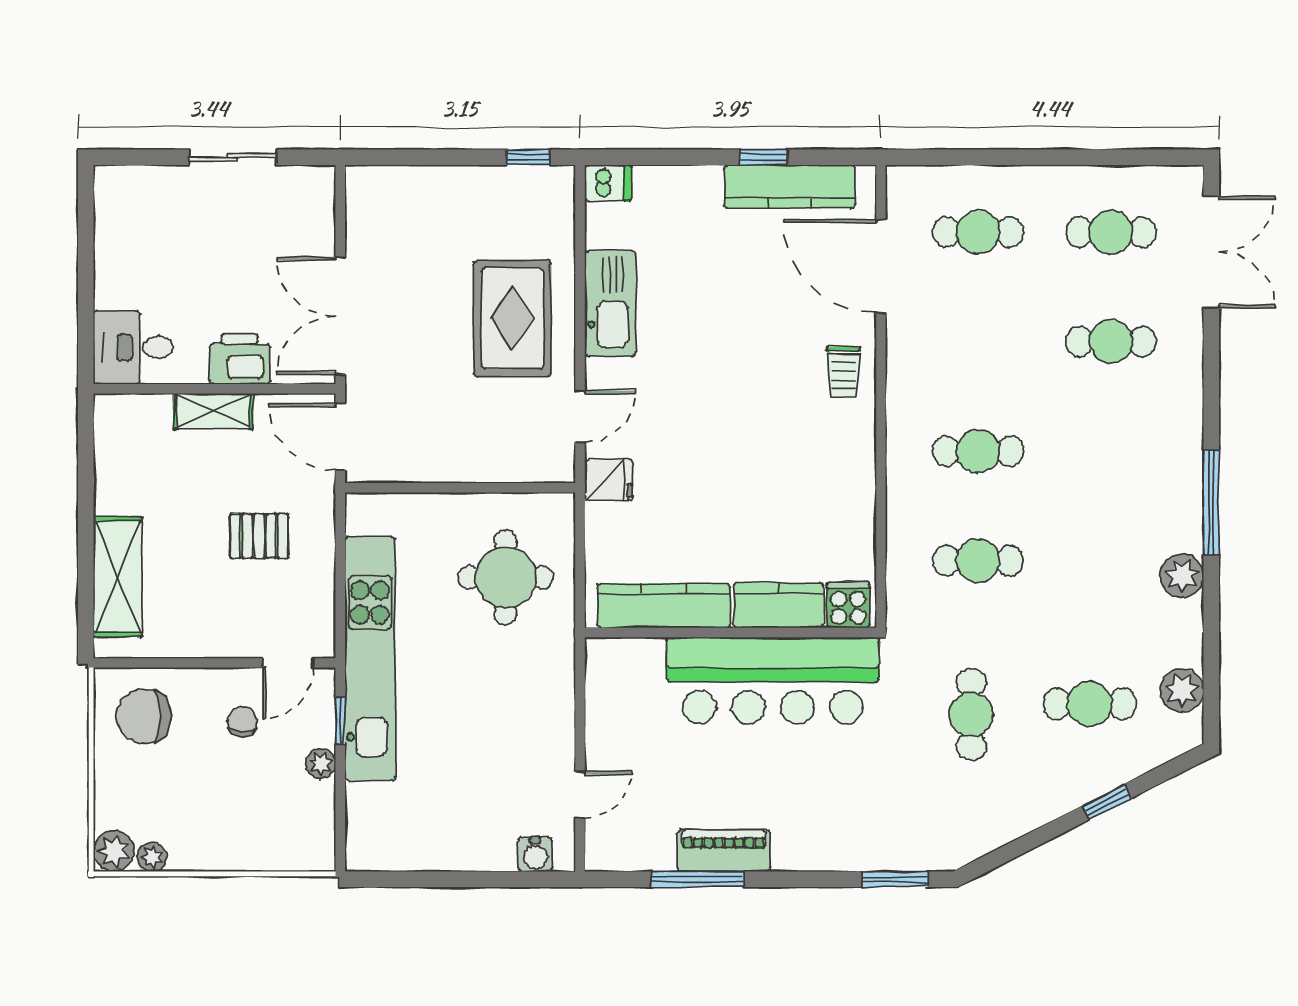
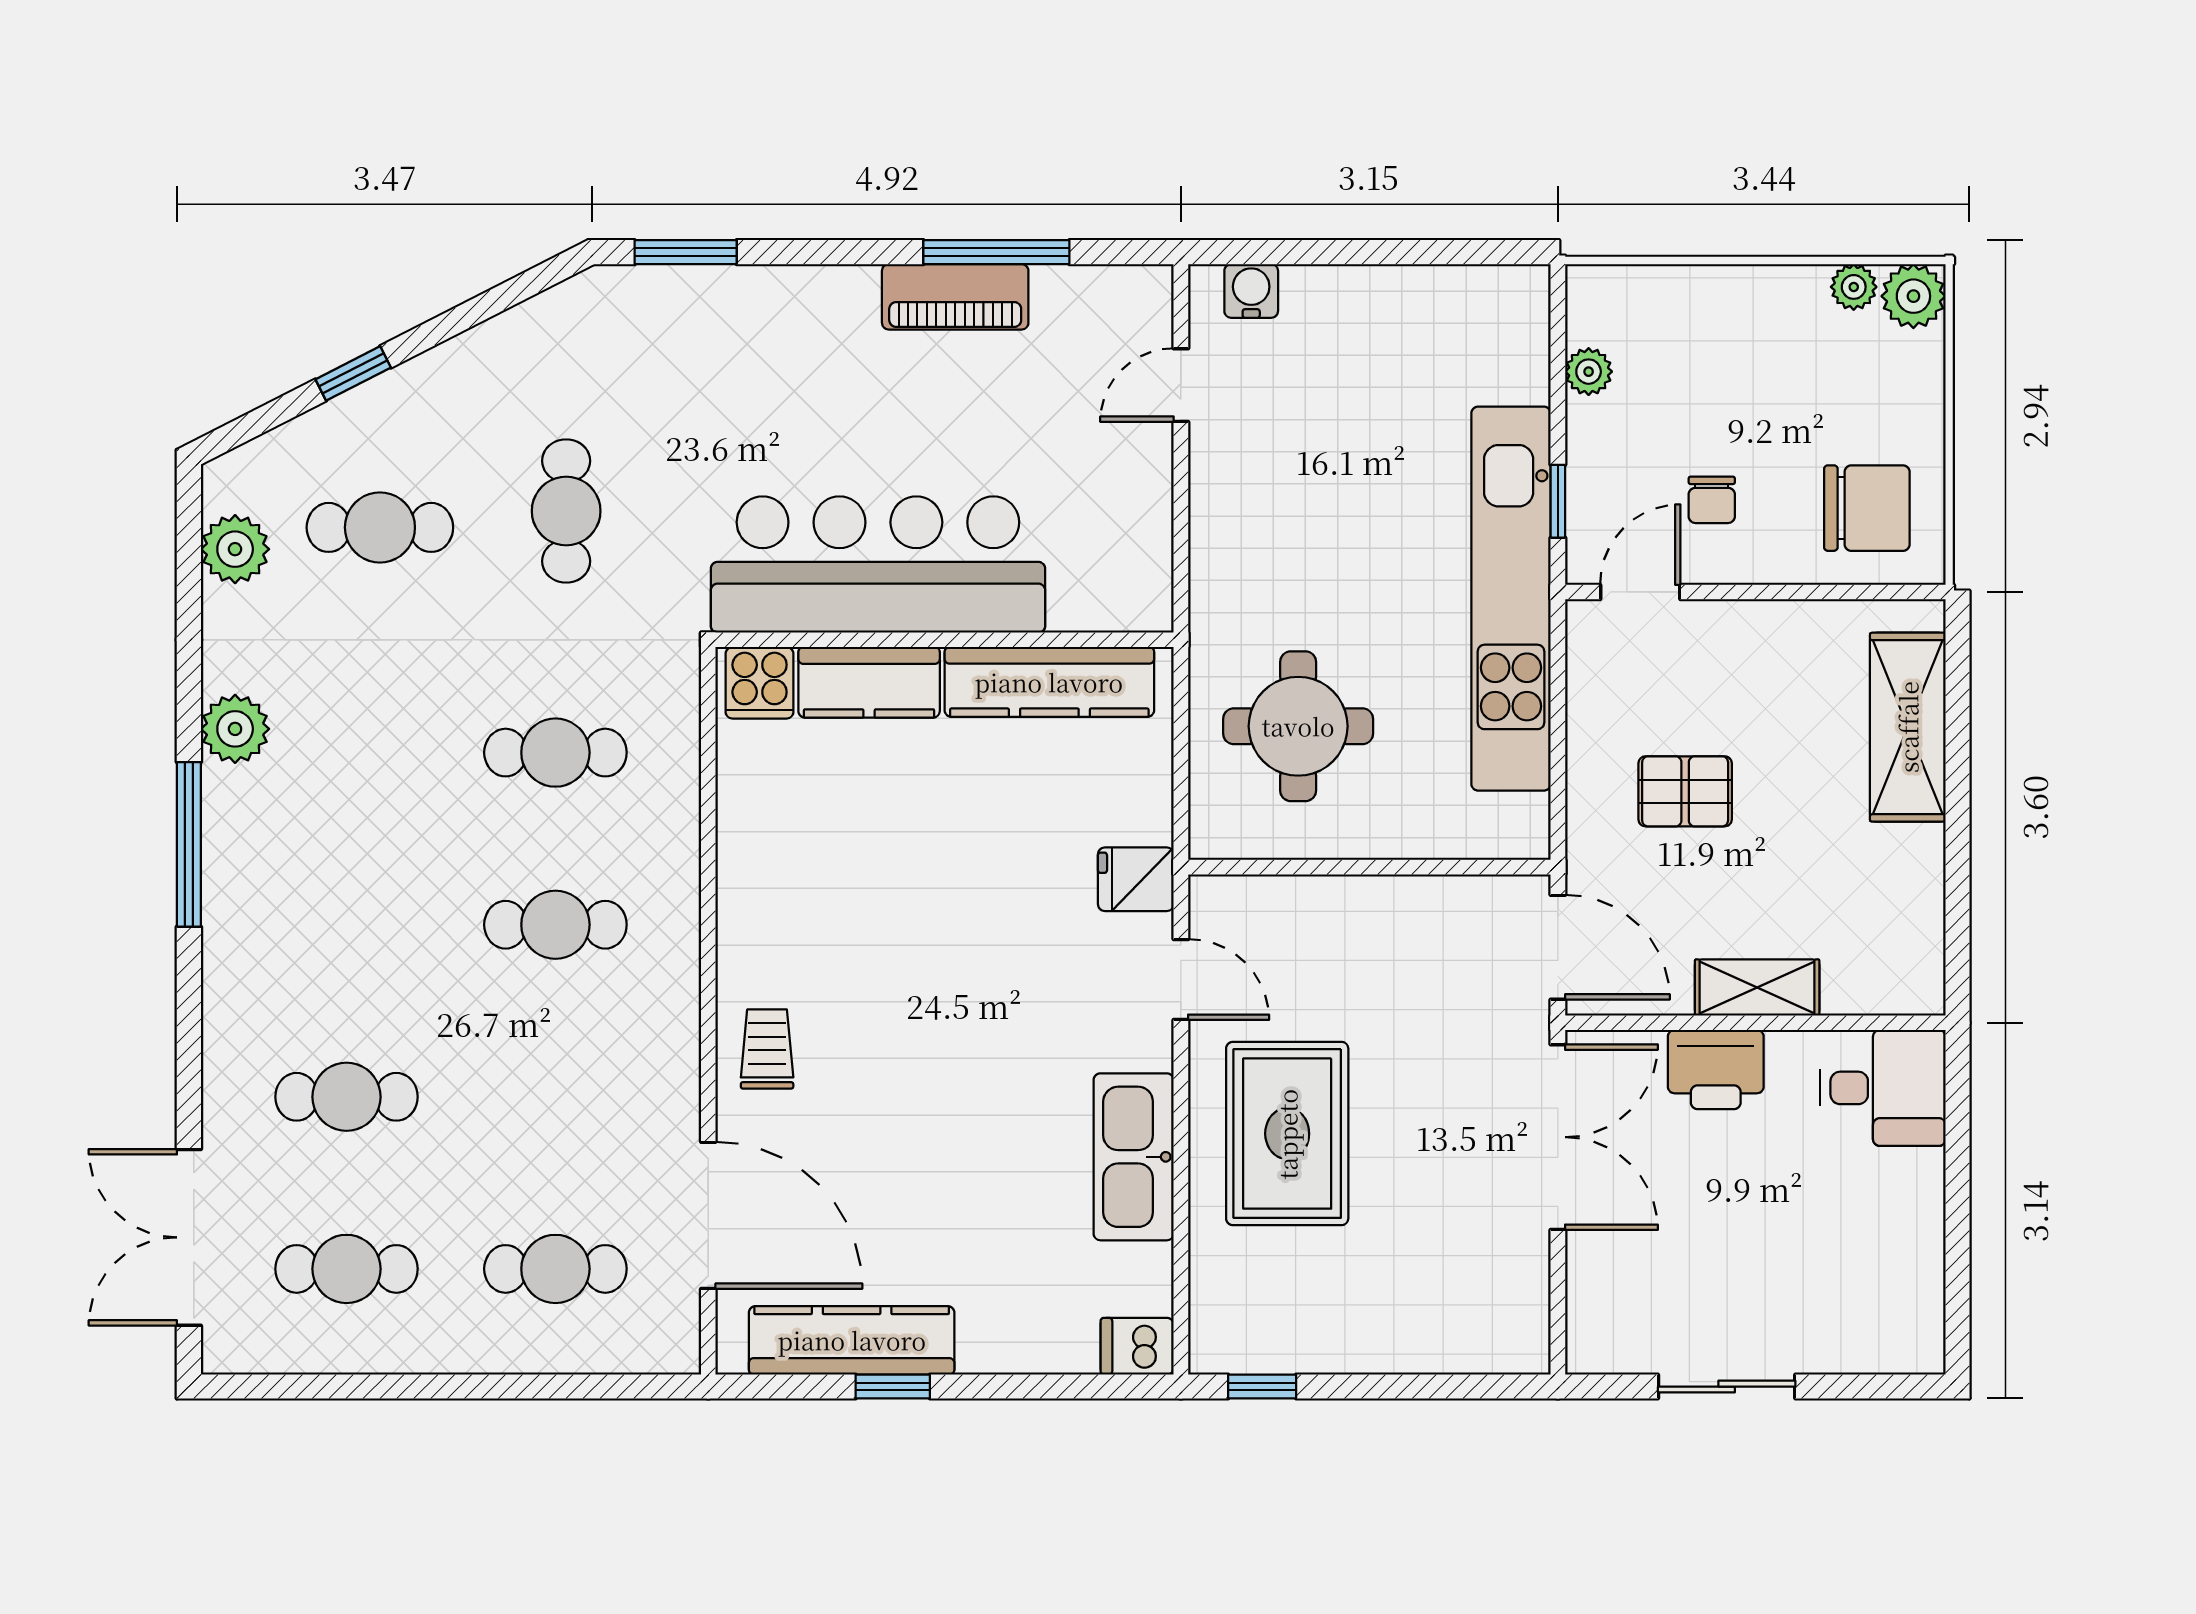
door: (580, 416) -> (1181, 979), swing flipped
plant: (321, 764) -> (1589, 372), moved

